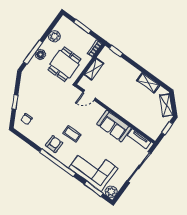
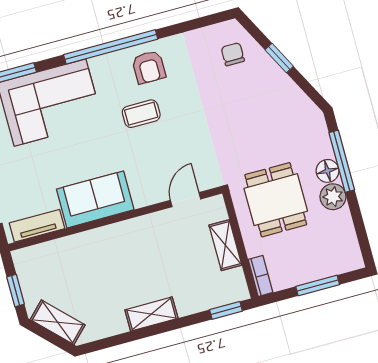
plant: (54, 36) -> (333, 197), moved
shelving: (148, 83) -> (151, 314), moved

